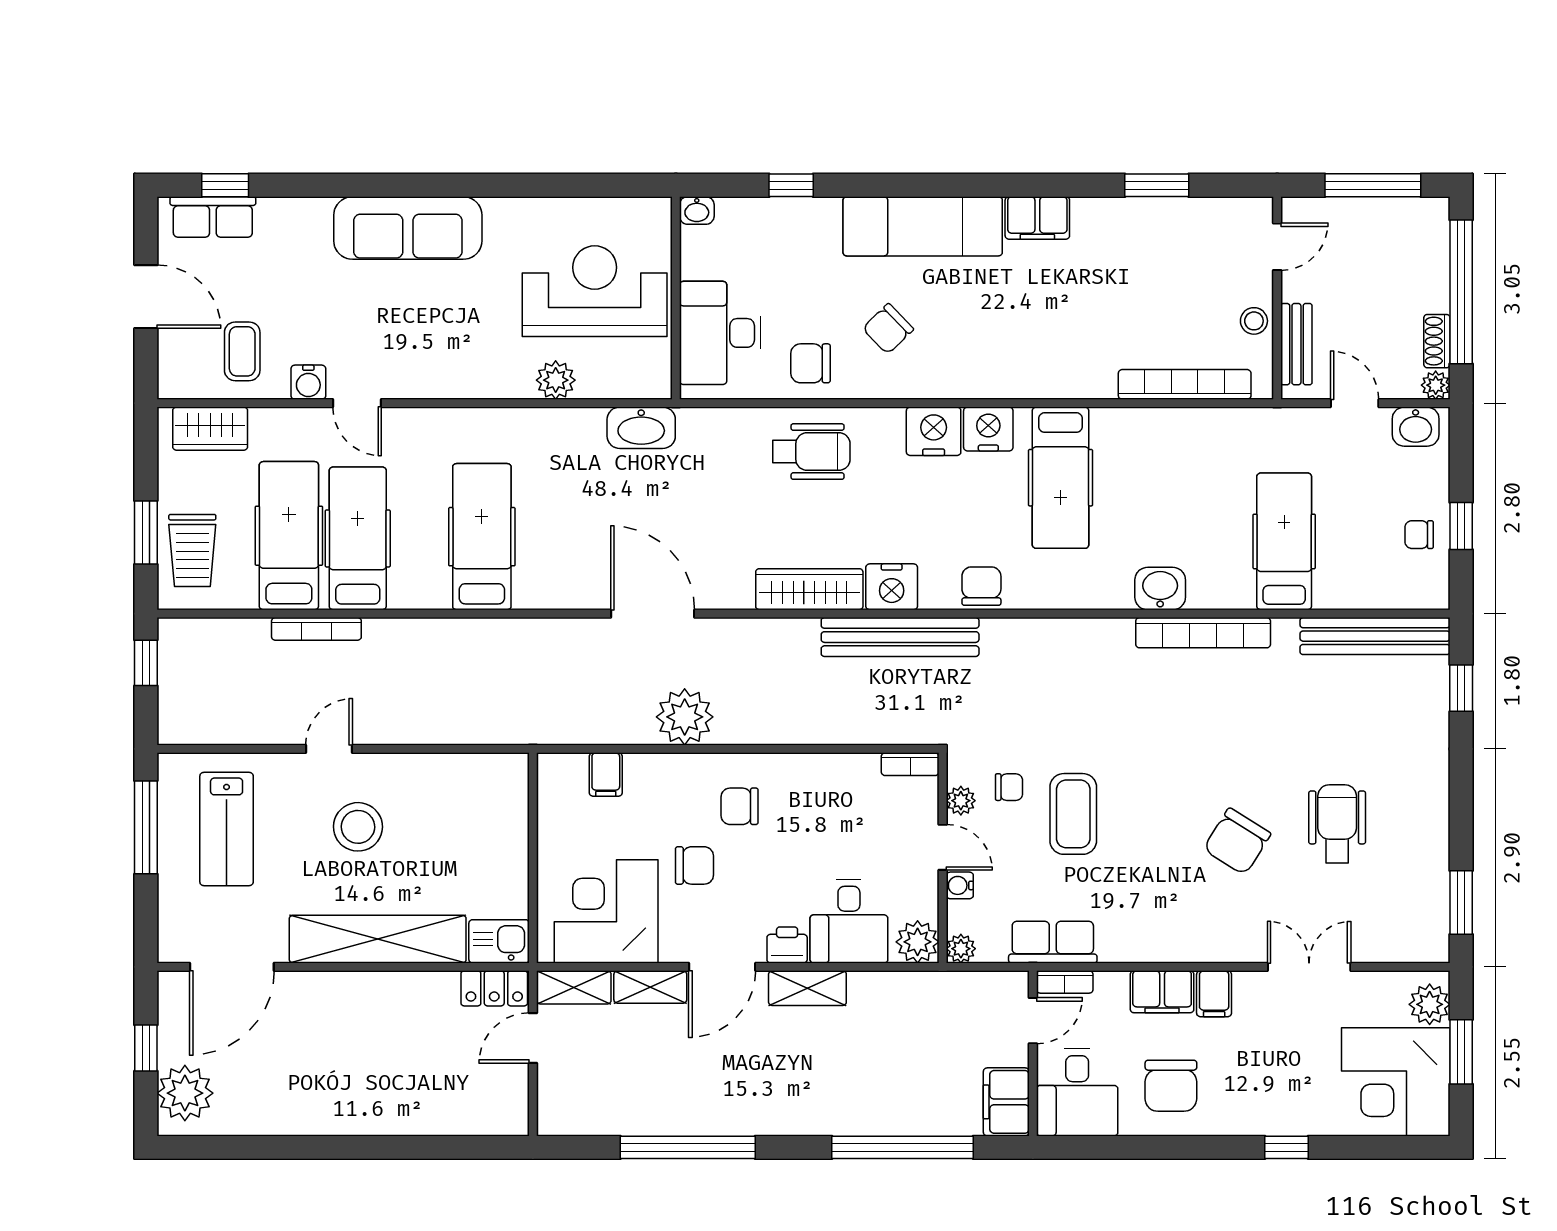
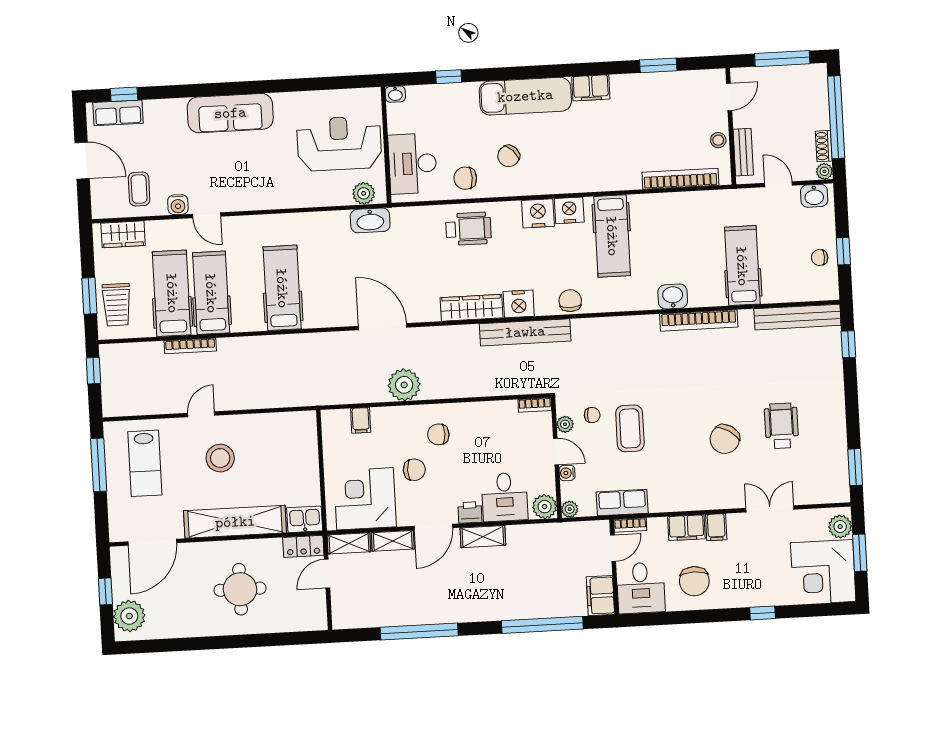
plant: (556, 380) -> (364, 193), moved
round table: (380, 1057) -> (240, 589), added

